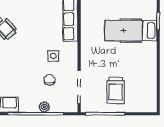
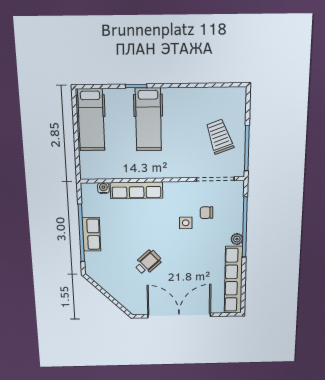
side table: (53, 56) -> (186, 223), moved
trolley: (116, 90) -> (220, 137), turned -110
plant: (44, 107) -> (237, 239), moved

